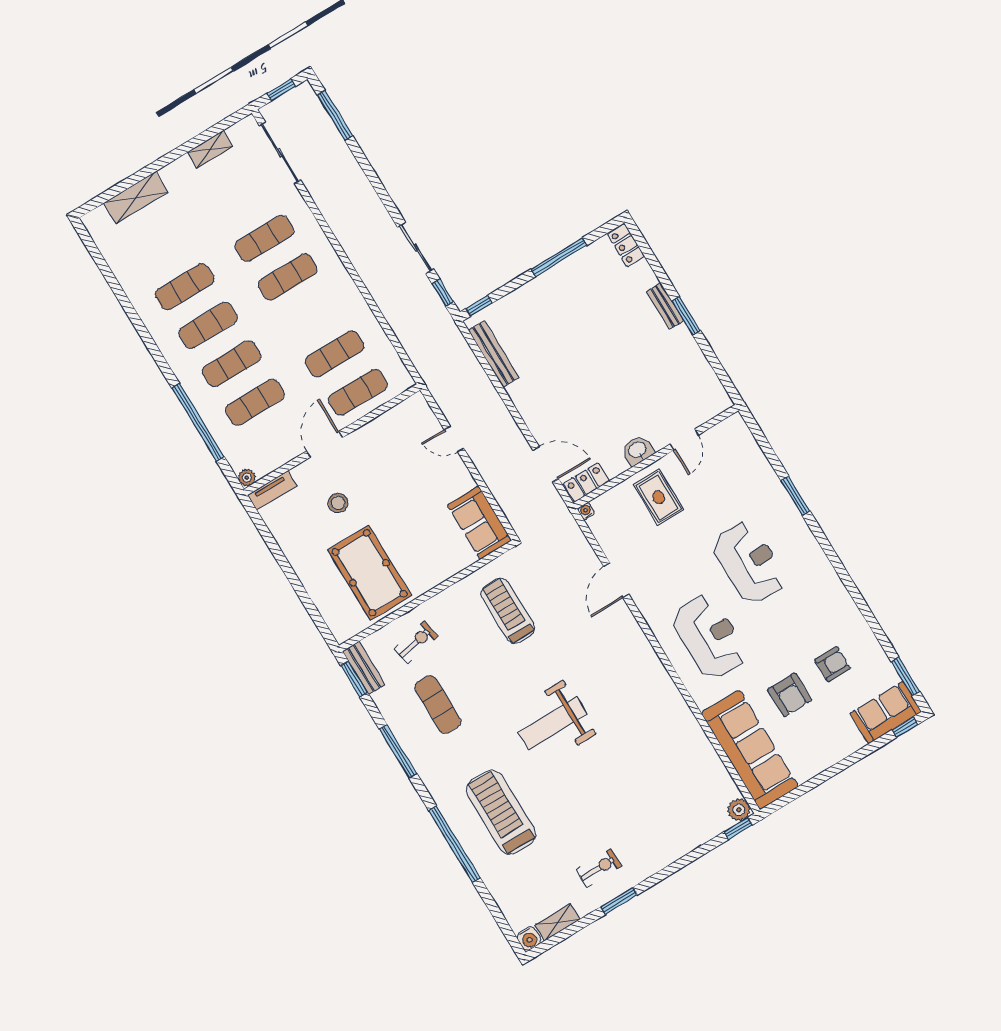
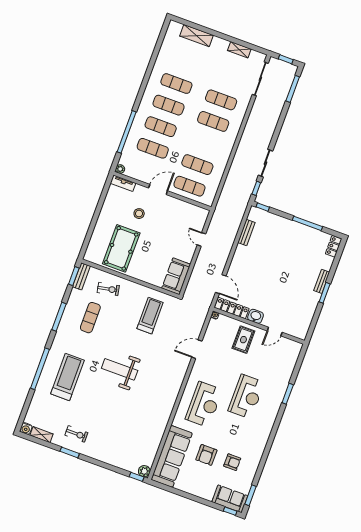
bench: (494, 354) -> (246, 233), width x0.73
locker: (586, 482) -> (232, 308), width x1.53

